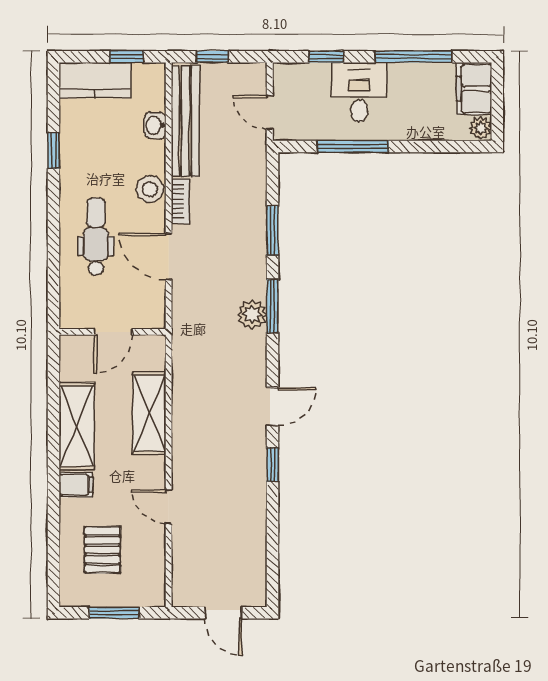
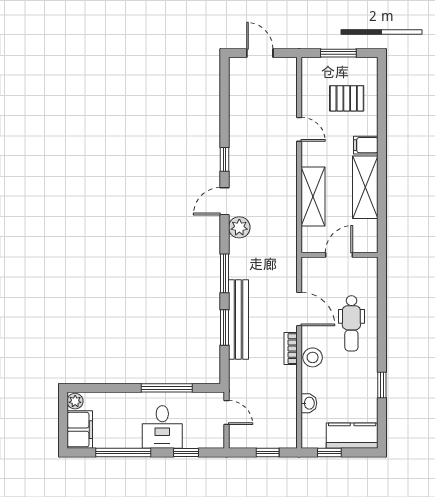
bench: (185, 121) -> (238, 320), moved
plant: (252, 314) -> (239, 227), moved
pallet: (102, 550) -> (347, 98), turned 90

